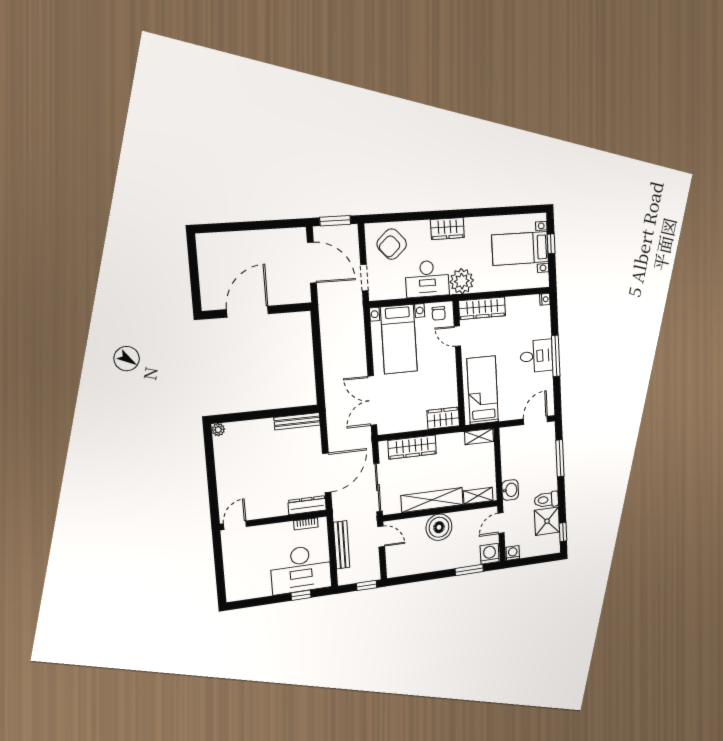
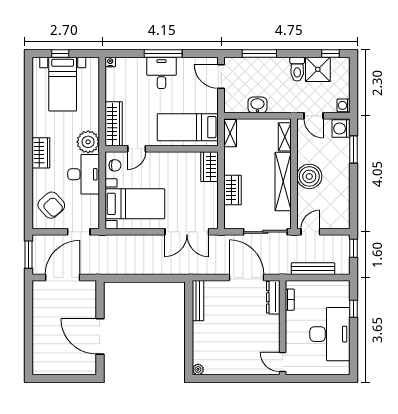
wardrobe: (412, 447) -> (233, 190), width x0.67
washbasin: (510, 490) -> (257, 105), moved
desk: (301, 569) -> (330, 334), moved

